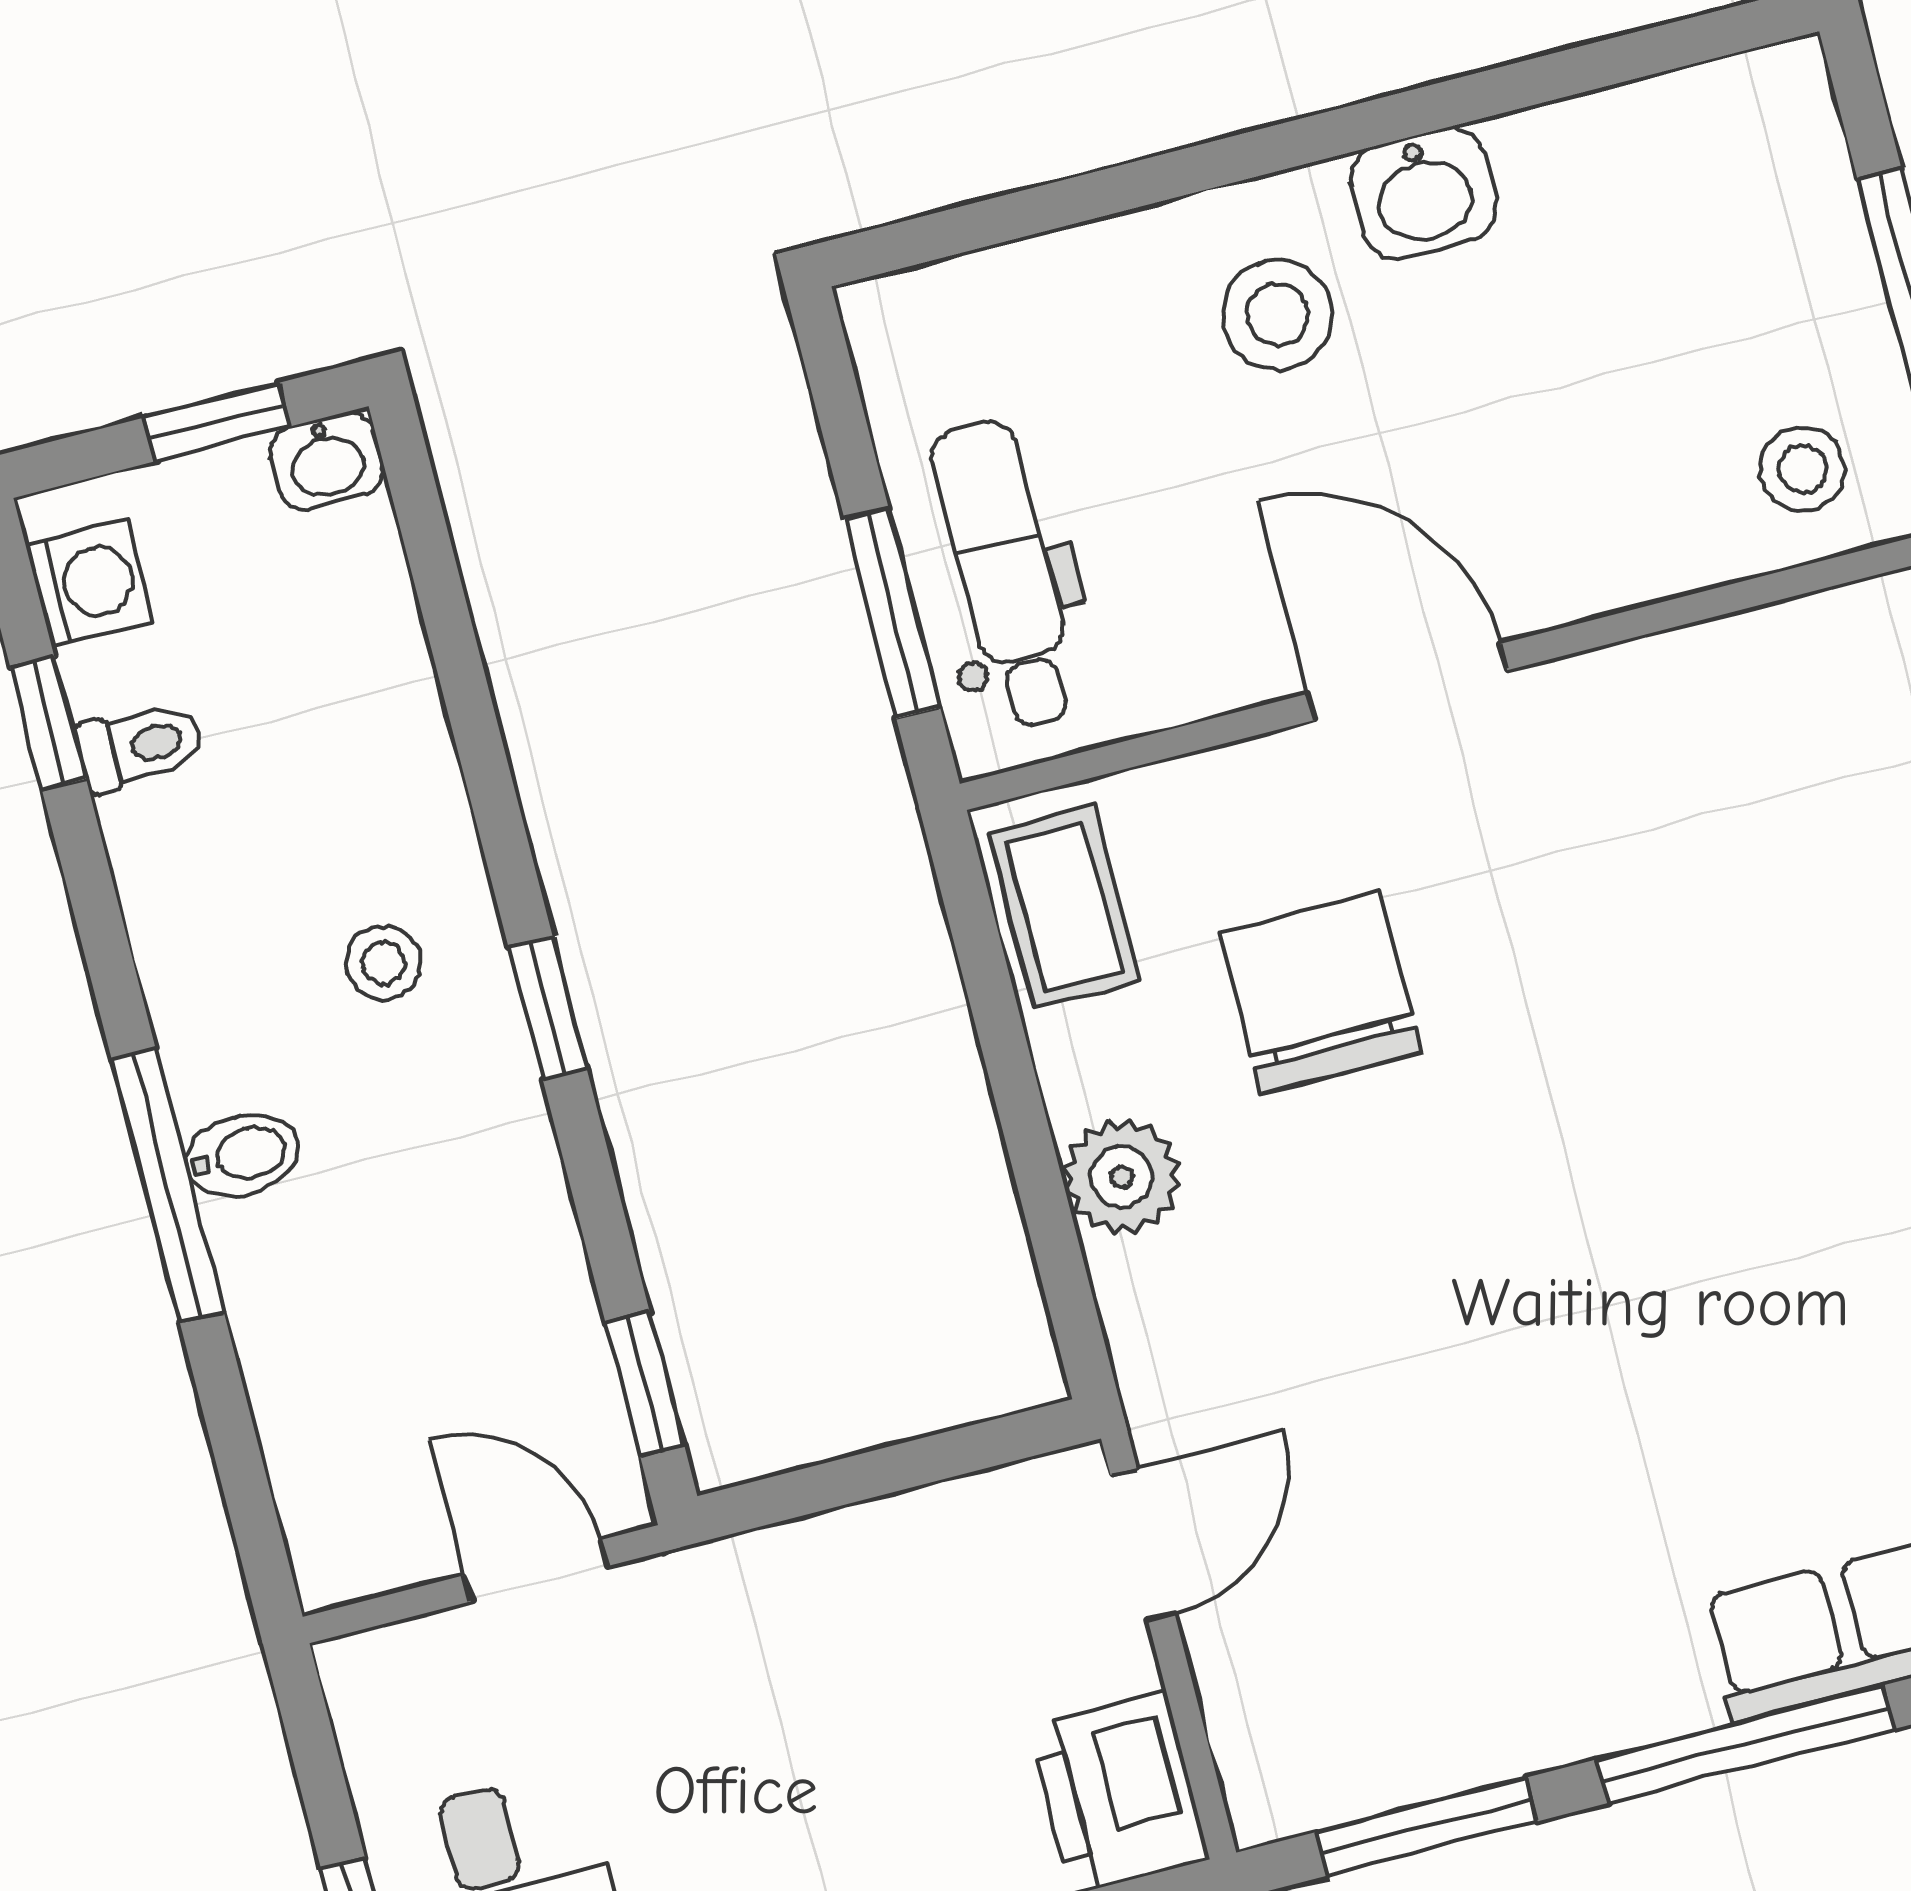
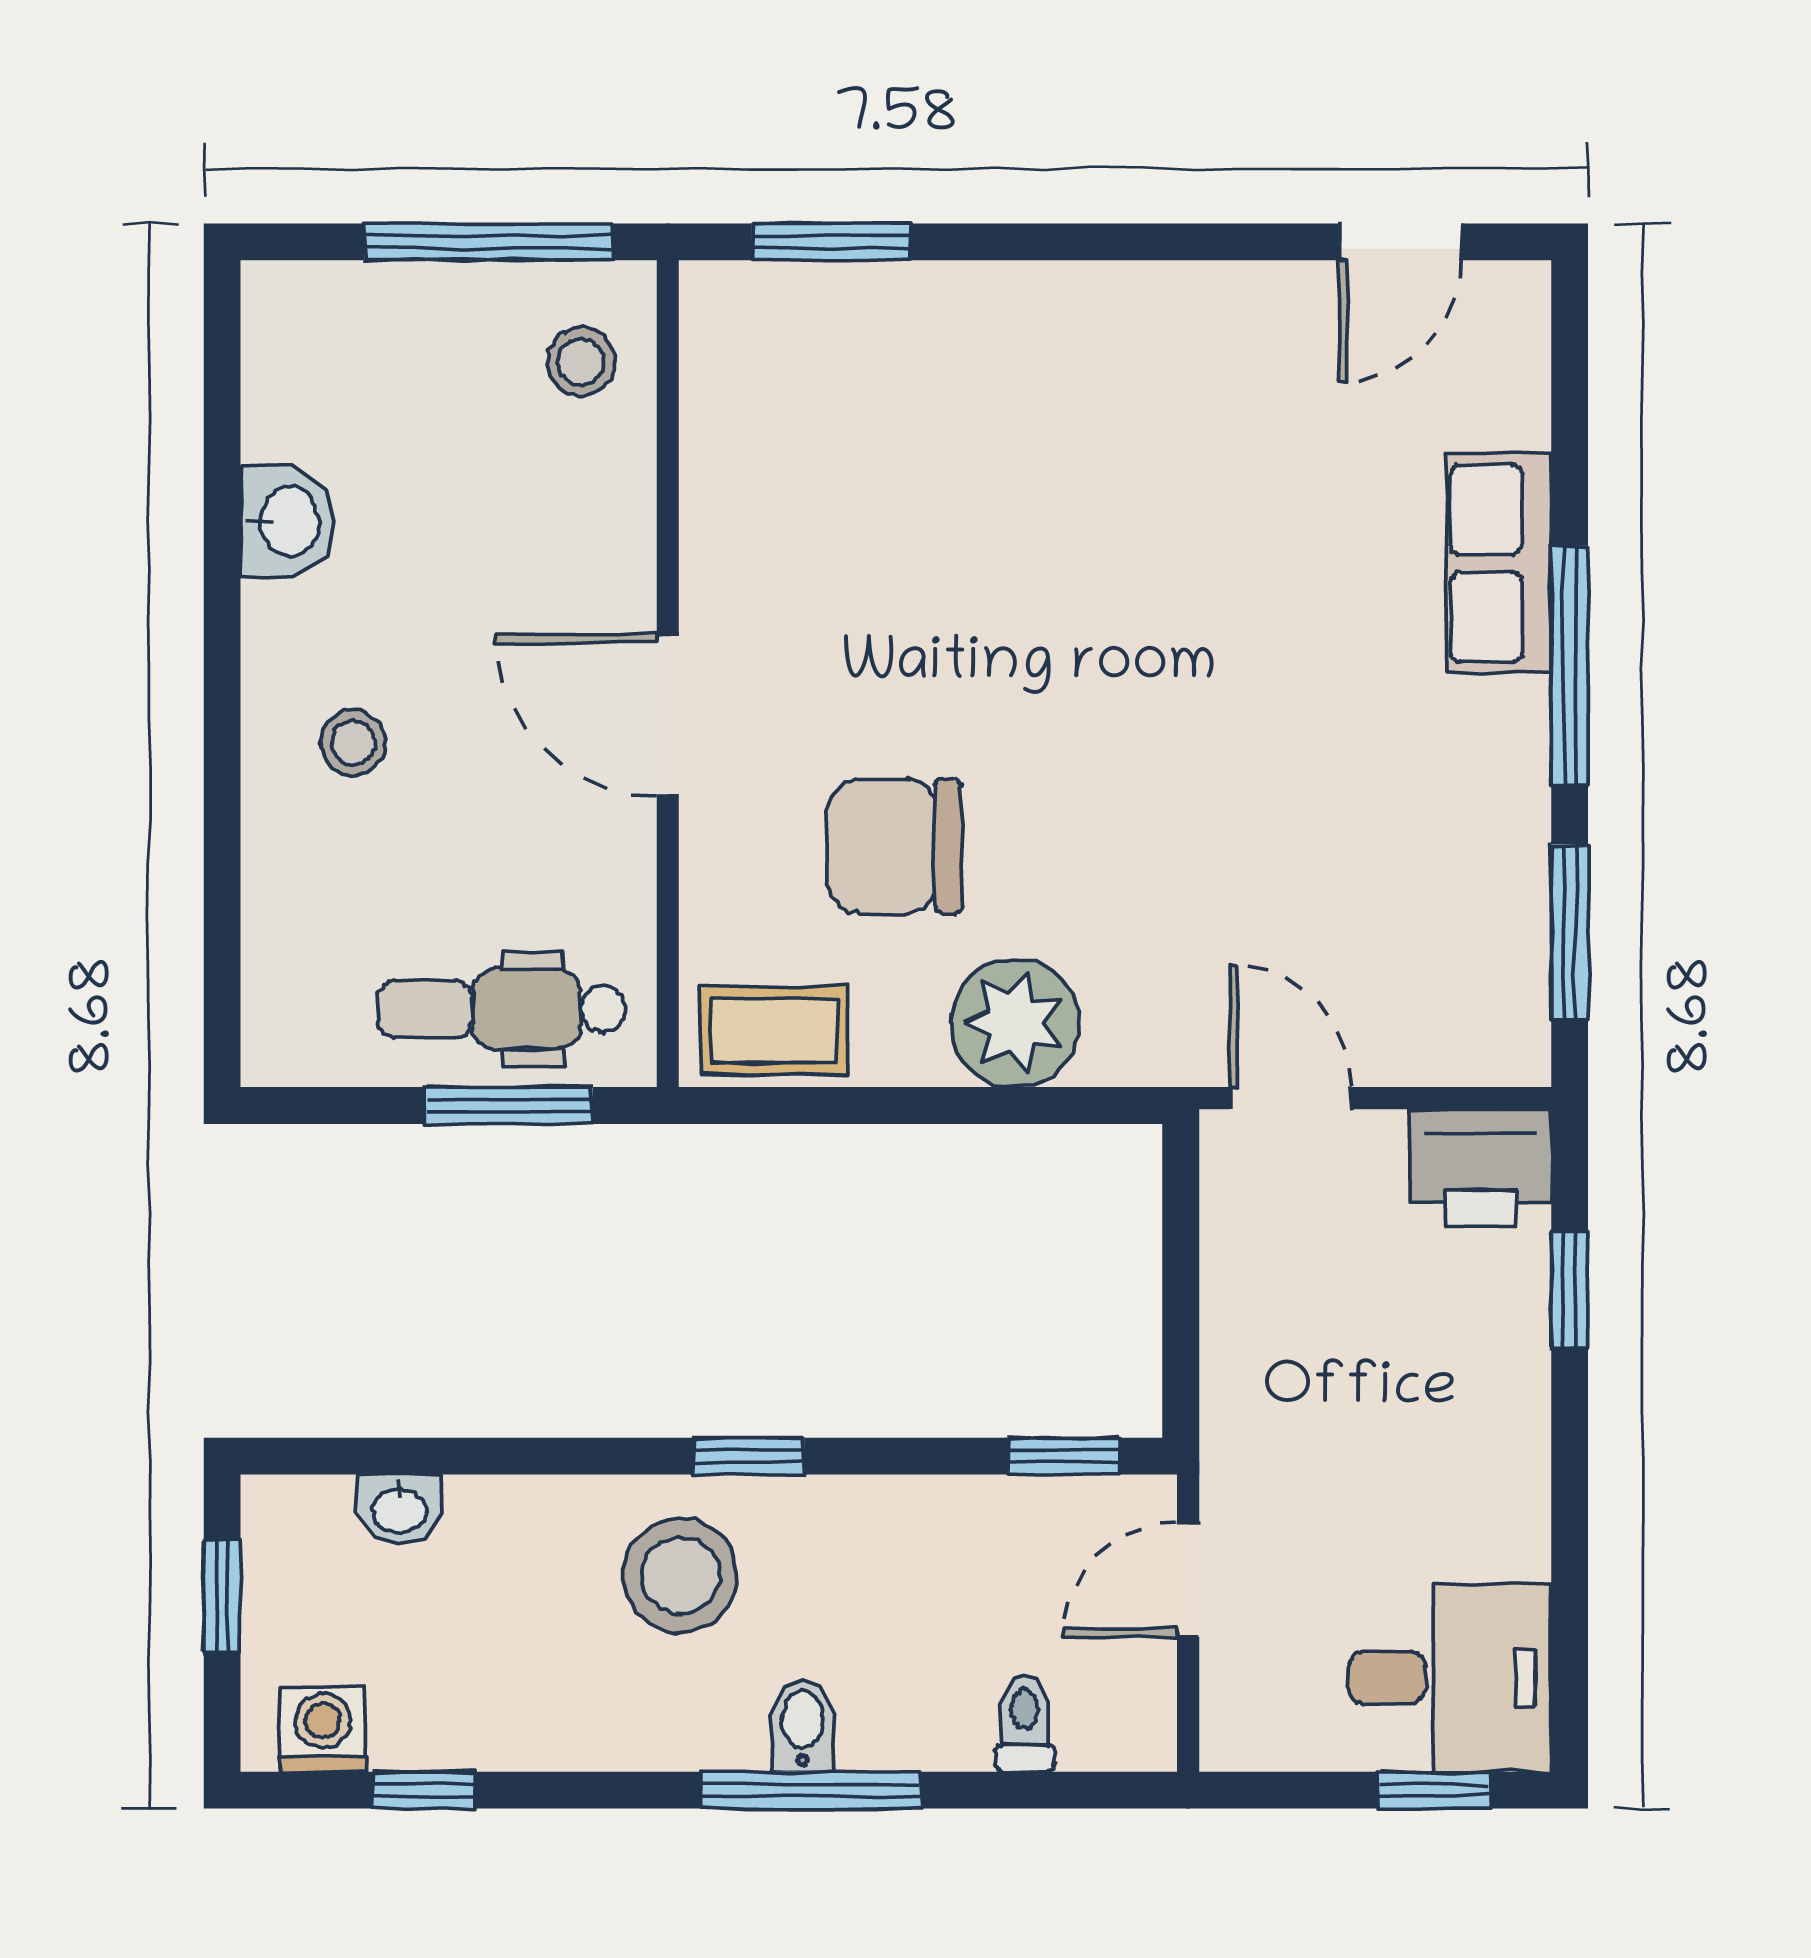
washbasin: (1423, 193) -> (287, 522), moved
stool: (1278, 315) -> (353, 743), width x0.73, depth x0.73
washbasin: (327, 461) -> (399, 1509), moved, turned 90
door: (1408, 682) -> (668, 715), hinge flipped
toilet: (140, 746) -> (1025, 1723), moved
stool: (384, 963) -> (680, 1575), width x1.89, depth x1.89
plant: (1122, 1177) -> (1015, 1023), width x1.36, depth x1.36

